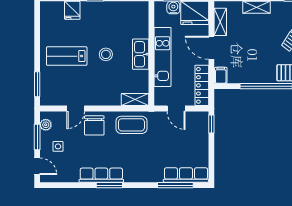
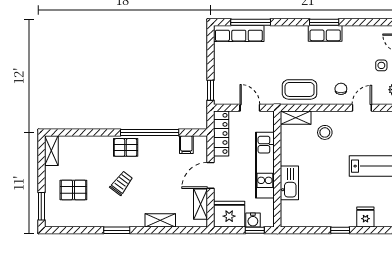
door: (211, 48) -> (211, 175), swing flipped
stool: (106, 54) -> (325, 132), moved
kitchen sink: (141, 54) -> (289, 183), moved
filing cabinet: (221, 75) -> (186, 145), moved
chair: (94, 125) -> (341, 89), width x0.54, depth x0.54
row of seats: (101, 175) -> (325, 33), width x0.68

